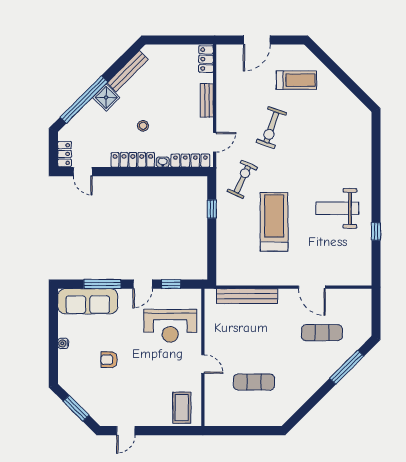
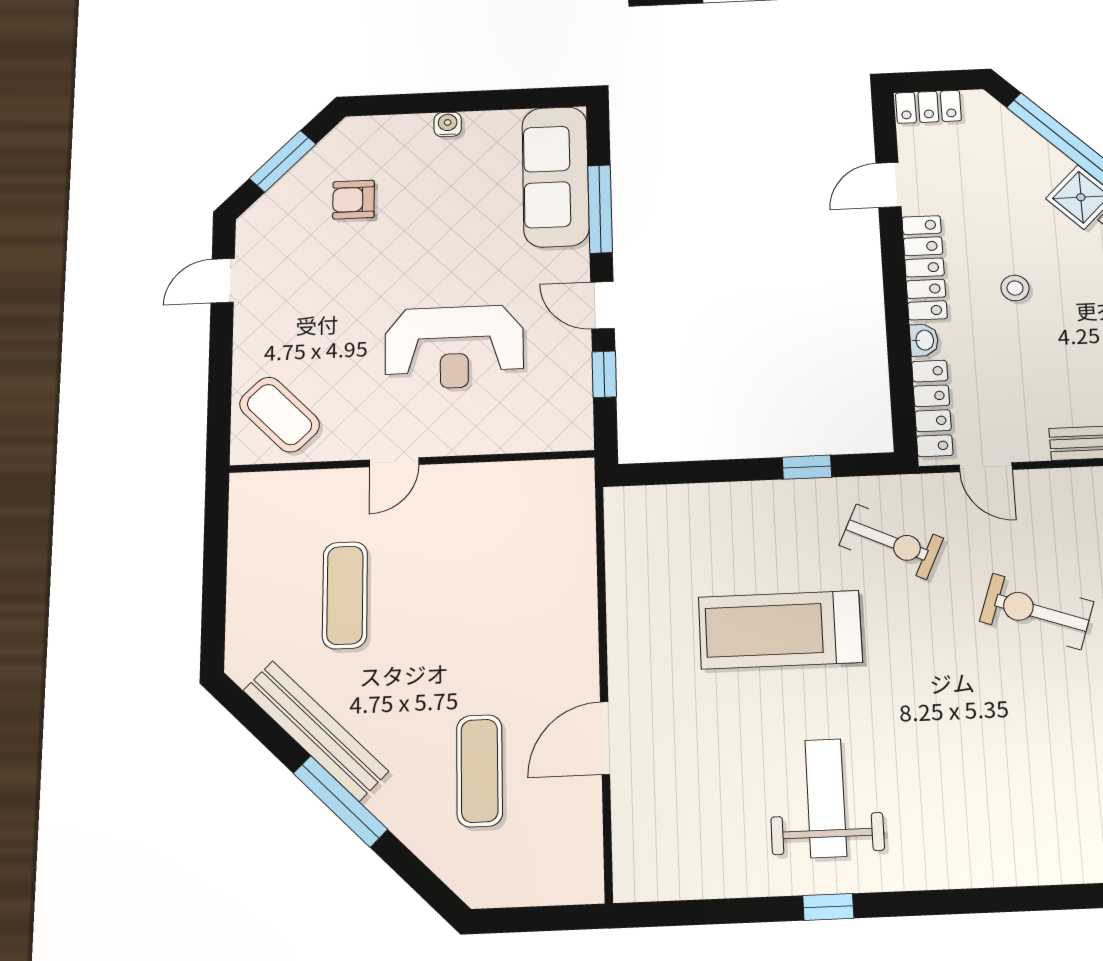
door: (83, 172) -> (888, 185), moved
treadmill: (274, 222) -> (780, 630), turned 180
window: (376, 231) -> (828, 907), moved
bench: (247, 296) -> (315, 731), moved, turned -45
reception desk: (170, 326) -> (454, 347), moved, turned -90
armchair: (109, 360) -> (354, 200), moved, turned -90
window: (347, 367) -> (340, 801), moved
coffee table: (182, 408) -> (279, 415), turned 46
door: (126, 431) -> (223, 281), hinge flipped

